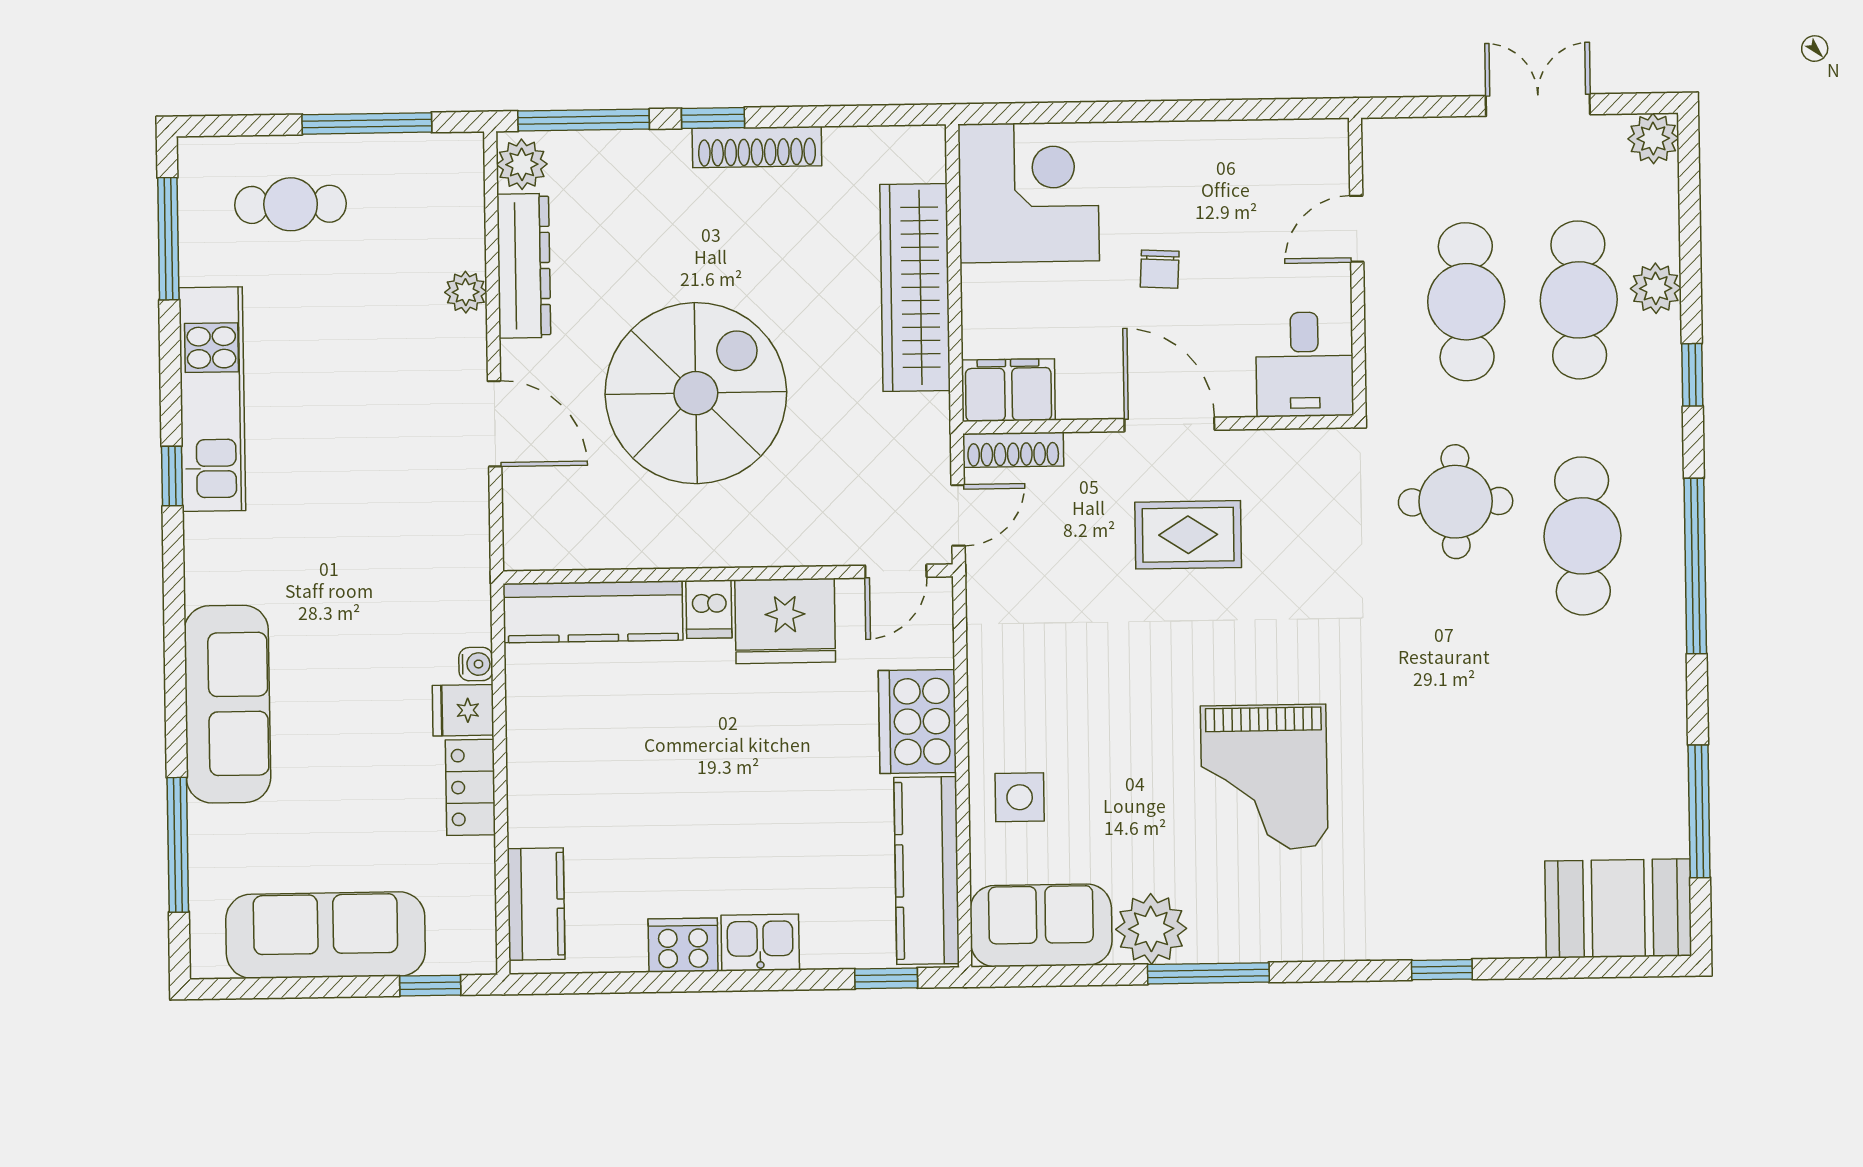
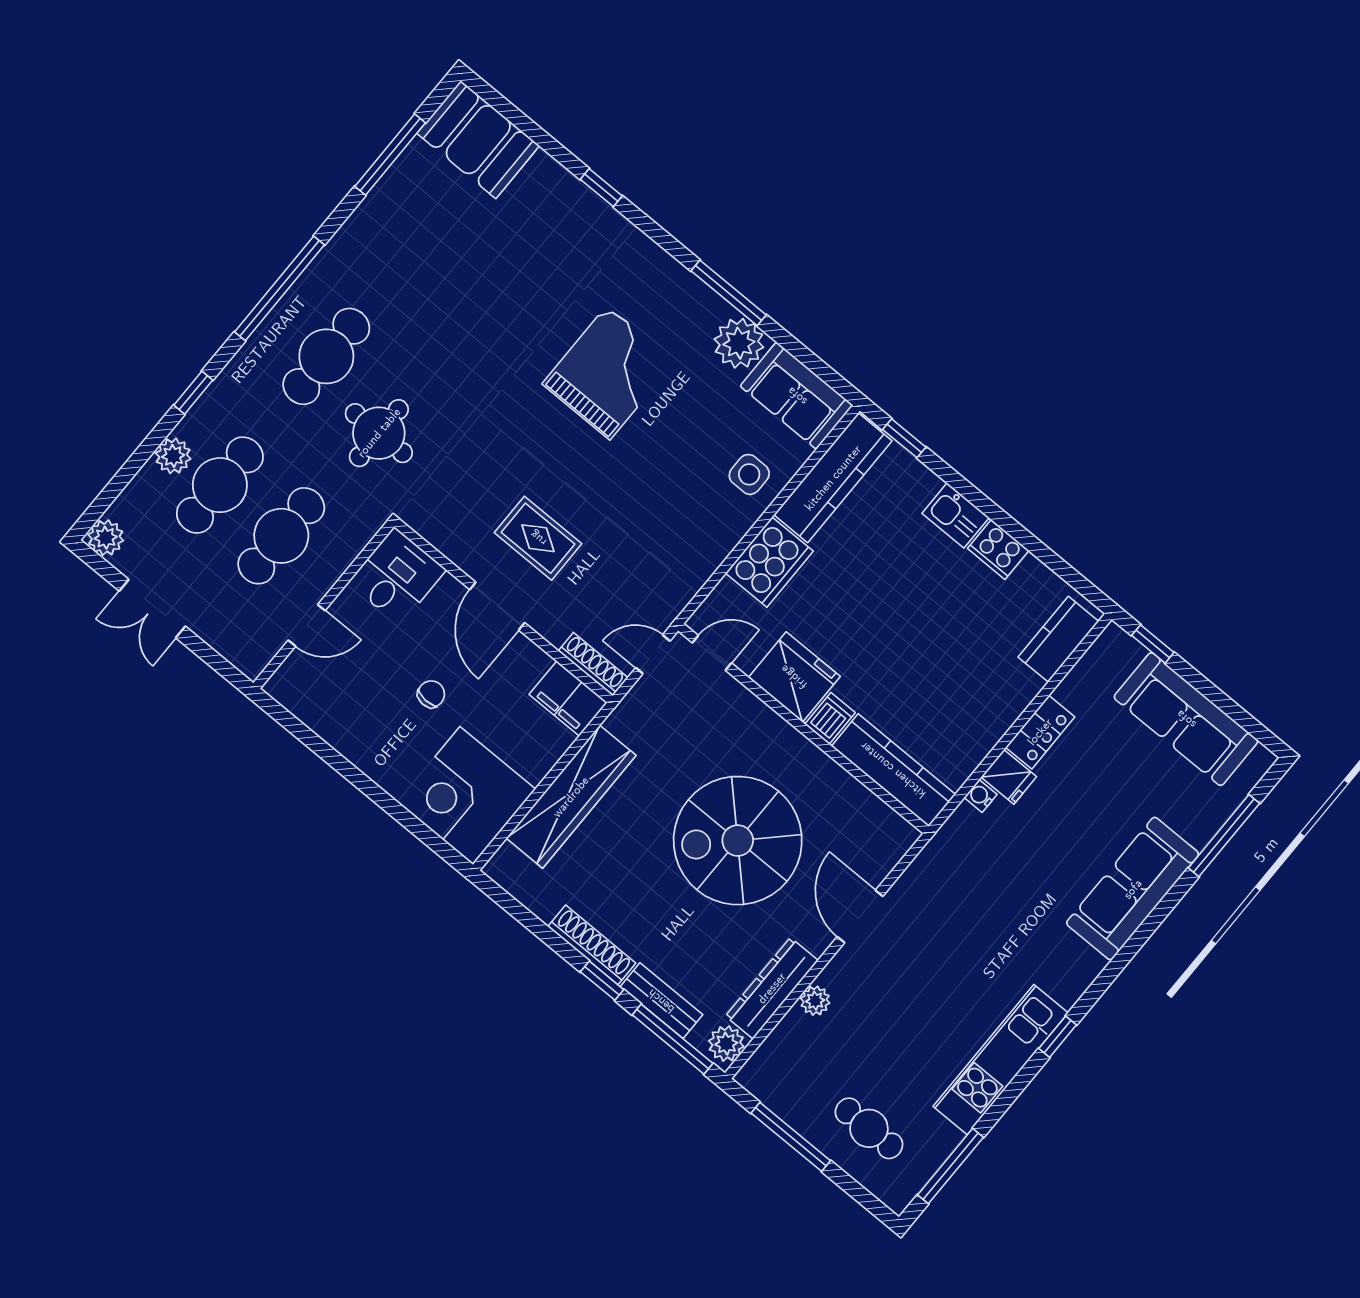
bench: (631, 151) -> (661, 1001), added

